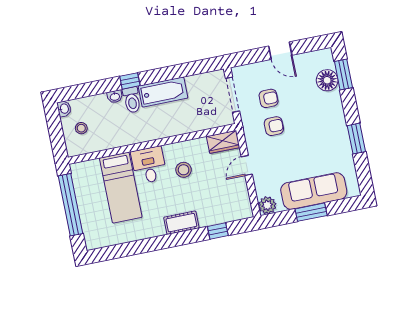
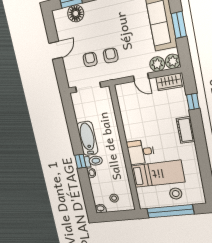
wardrobe: (223, 142) -> (169, 82), moved, turned 90
stool: (184, 170) -> (176, 194), moved
plant: (264, 186) -> (157, 64), added

